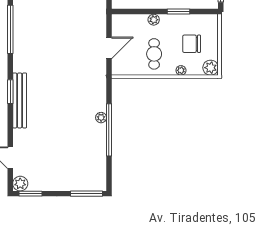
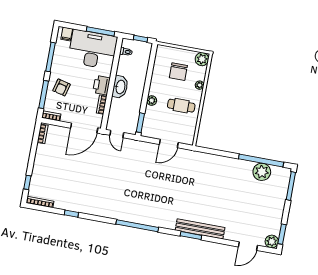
window: (178, 12) -> (140, 123), moved
door: (109, 48) -> (169, 144), swing flipped
plant: (101, 118) -> (262, 172), moved, width x1.88, depth x1.88
window: (109, 130) -> (261, 160), moved

